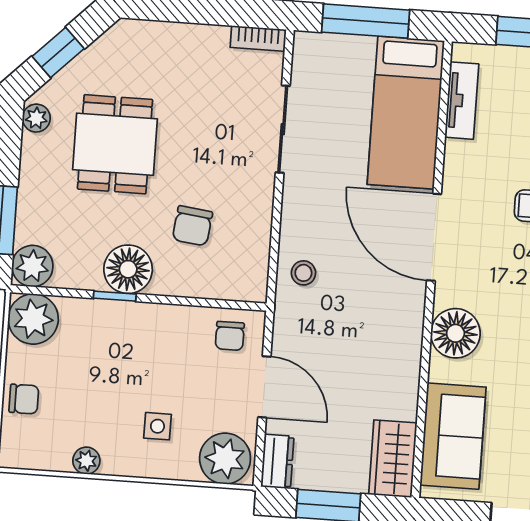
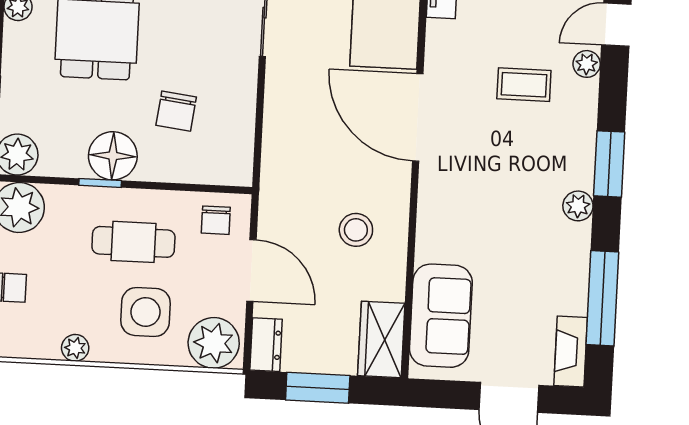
stool: (303, 273) -> (356, 230), moved, width x1.37, depth x1.37
floor lamp: (455, 333) -> (441, 213), removed
cafe table: (147, 356) -> (133, 242), added
side table: (157, 426) -> (145, 312), width x1.87, depth x1.87

